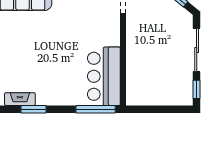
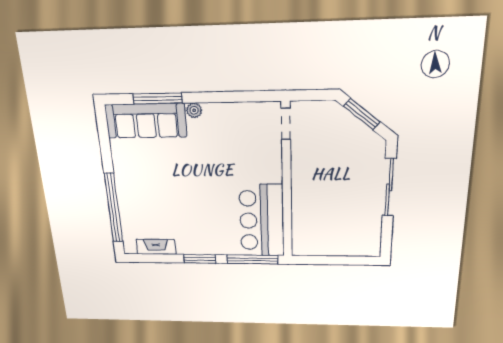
window: (197, 89) -> (386, 237), removed
window: (33, 109) -> (200, 259), moved

